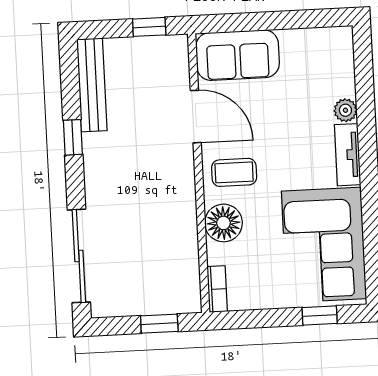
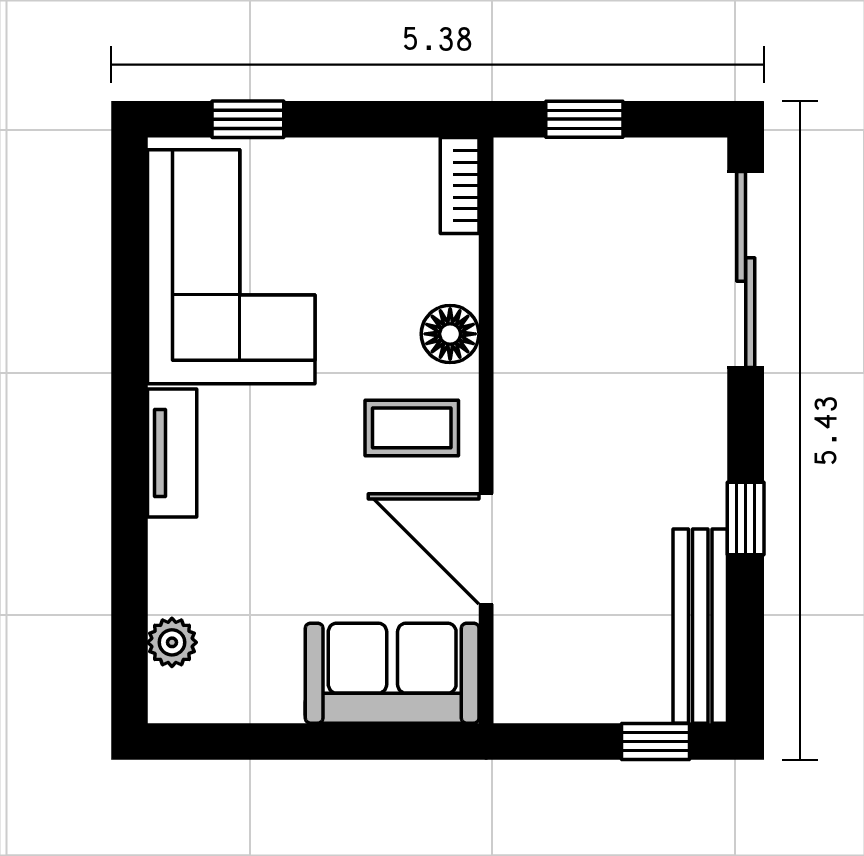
window: (149, 27) -> (655, 742), moved
plant: (345, 110) -> (172, 642), moved
floor lamp: (223, 223) -> (450, 334), width x0.73, depth x0.73

